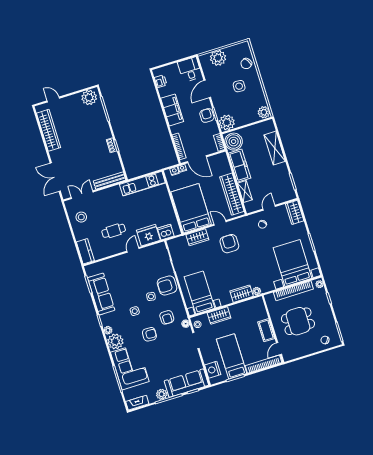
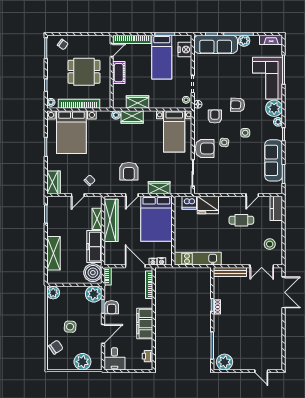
wardrobe: (49, 130) -> (276, 342), removed
door: (220, 223) -> (132, 195), hinge flipped
door: (133, 250) -> (252, 195), moved
wardrobe: (219, 316) -> (138, 102), moved

